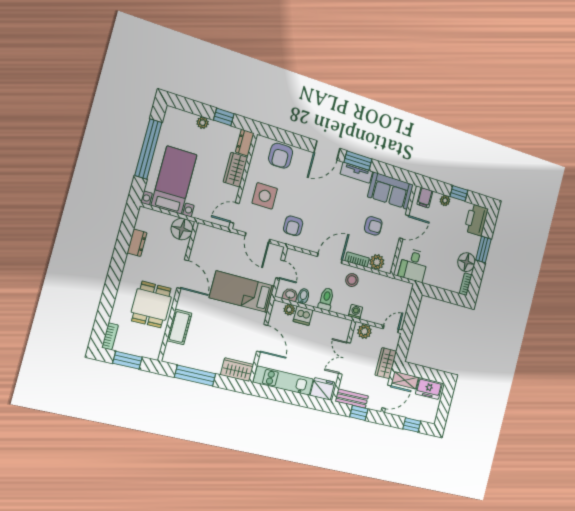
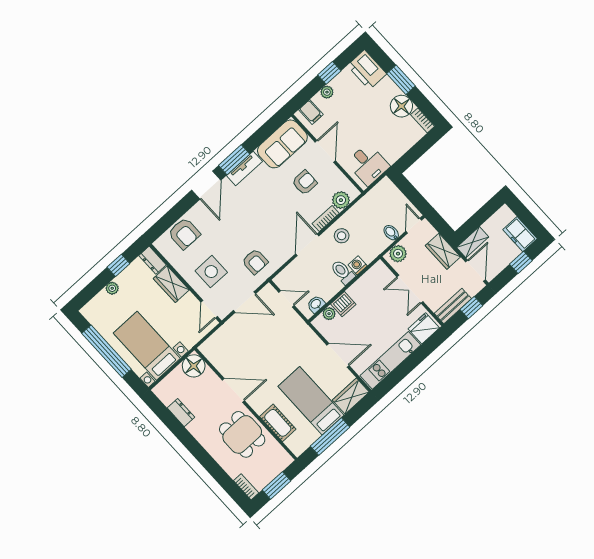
bed: (242, 292) -> (311, 401), moved, turned 90
bidet: (303, 296) -> (391, 233), moved
washing machine: (356, 312) -> (358, 265), moved
freezer: (429, 388) -> (520, 234), moved, turned 90

